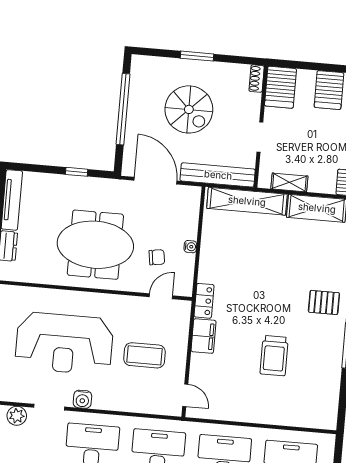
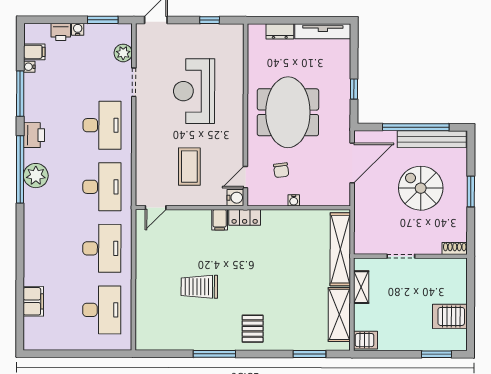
server rack: (280, 87) -> (449, 271), removed
spiral stairs: (189, 109) -> (421, 188), turned 90
bench: (218, 175) -> (432, 139), moved, turned 90
door: (161, 296) -> (245, 177), swing flipped
filing cabinet: (203, 336) -> (220, 220), width x0.50
reception desk: (64, 343) -> (194, 91), width x0.74, depth x0.77
water cooler: (82, 399) -> (235, 198), moved, turned 180

